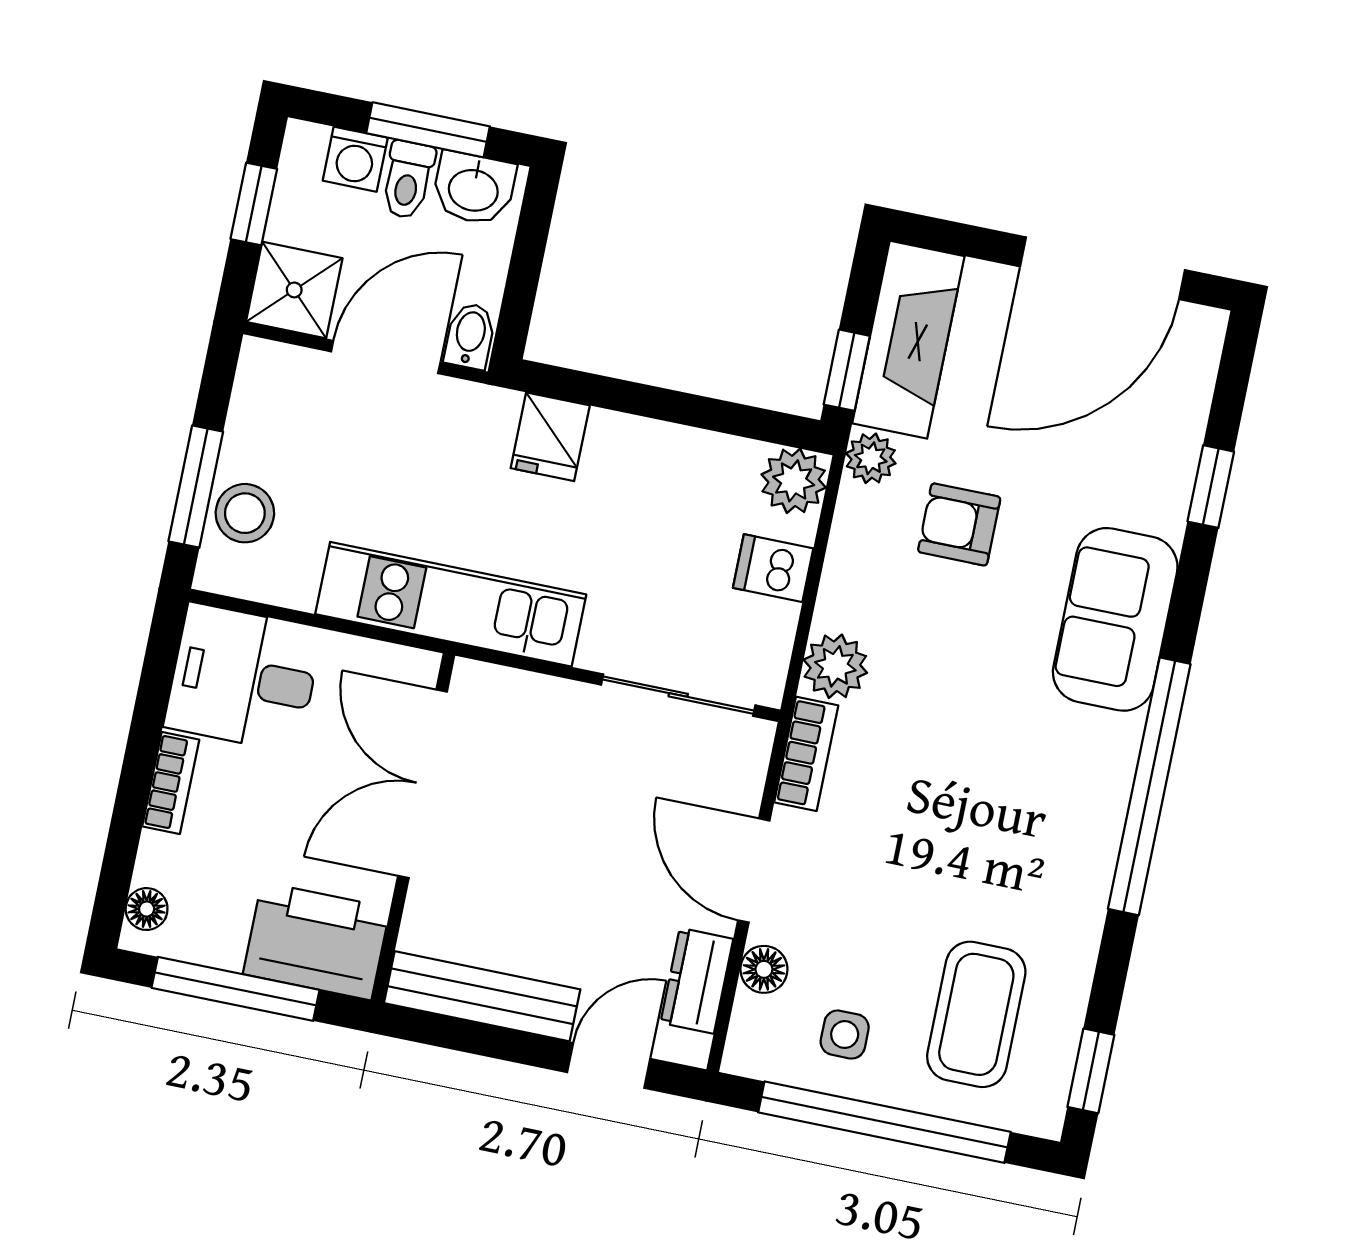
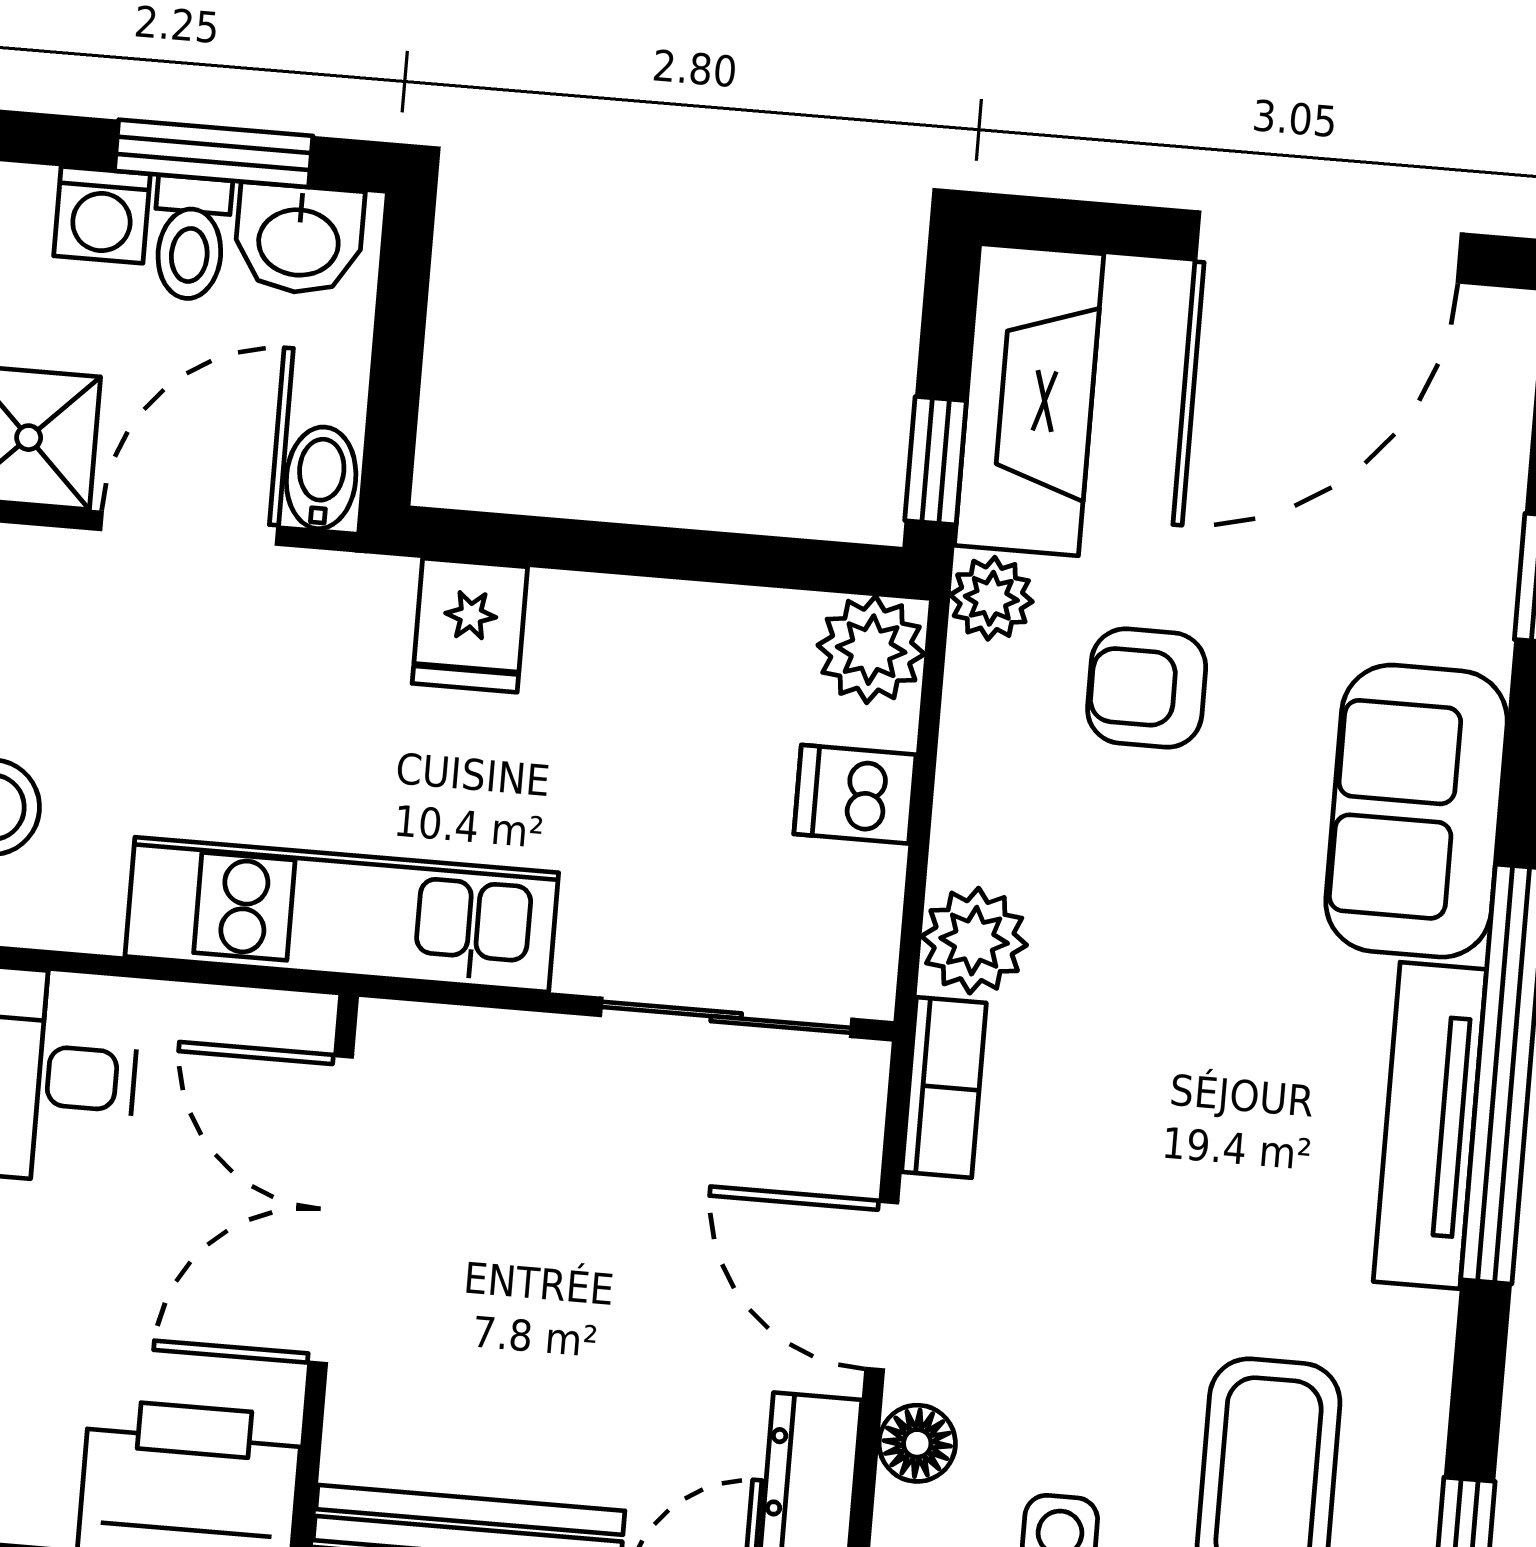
tv unit: (1100, 812) -> (1430, 1125), added

